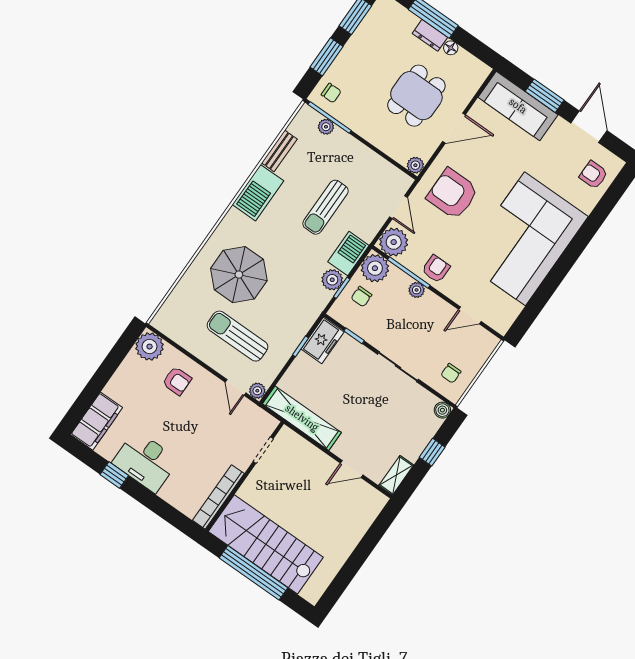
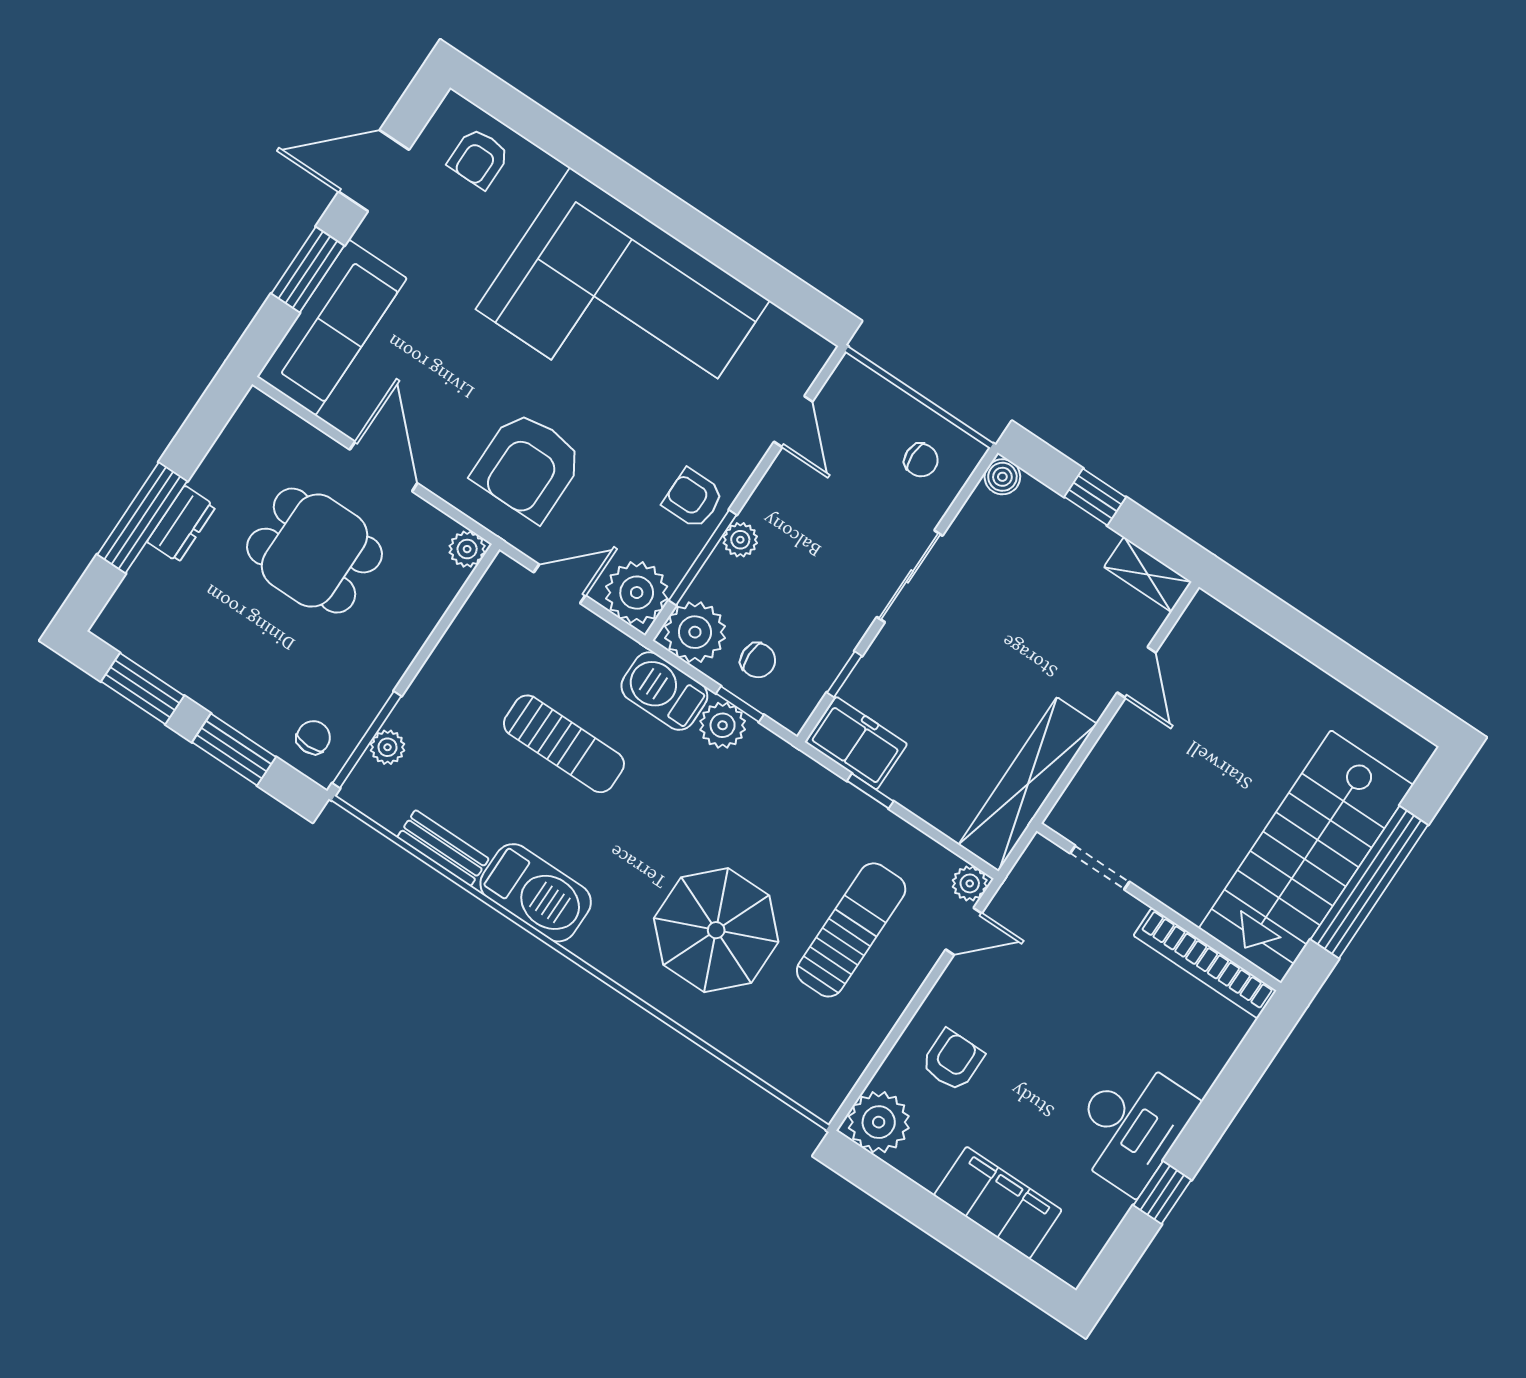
floor lamp: (451, 48) -> (208, 478), removed
sun lounger: (237, 336) -> (851, 930), turned 180
filing cabinet: (97, 421) -> (998, 1203), moved

